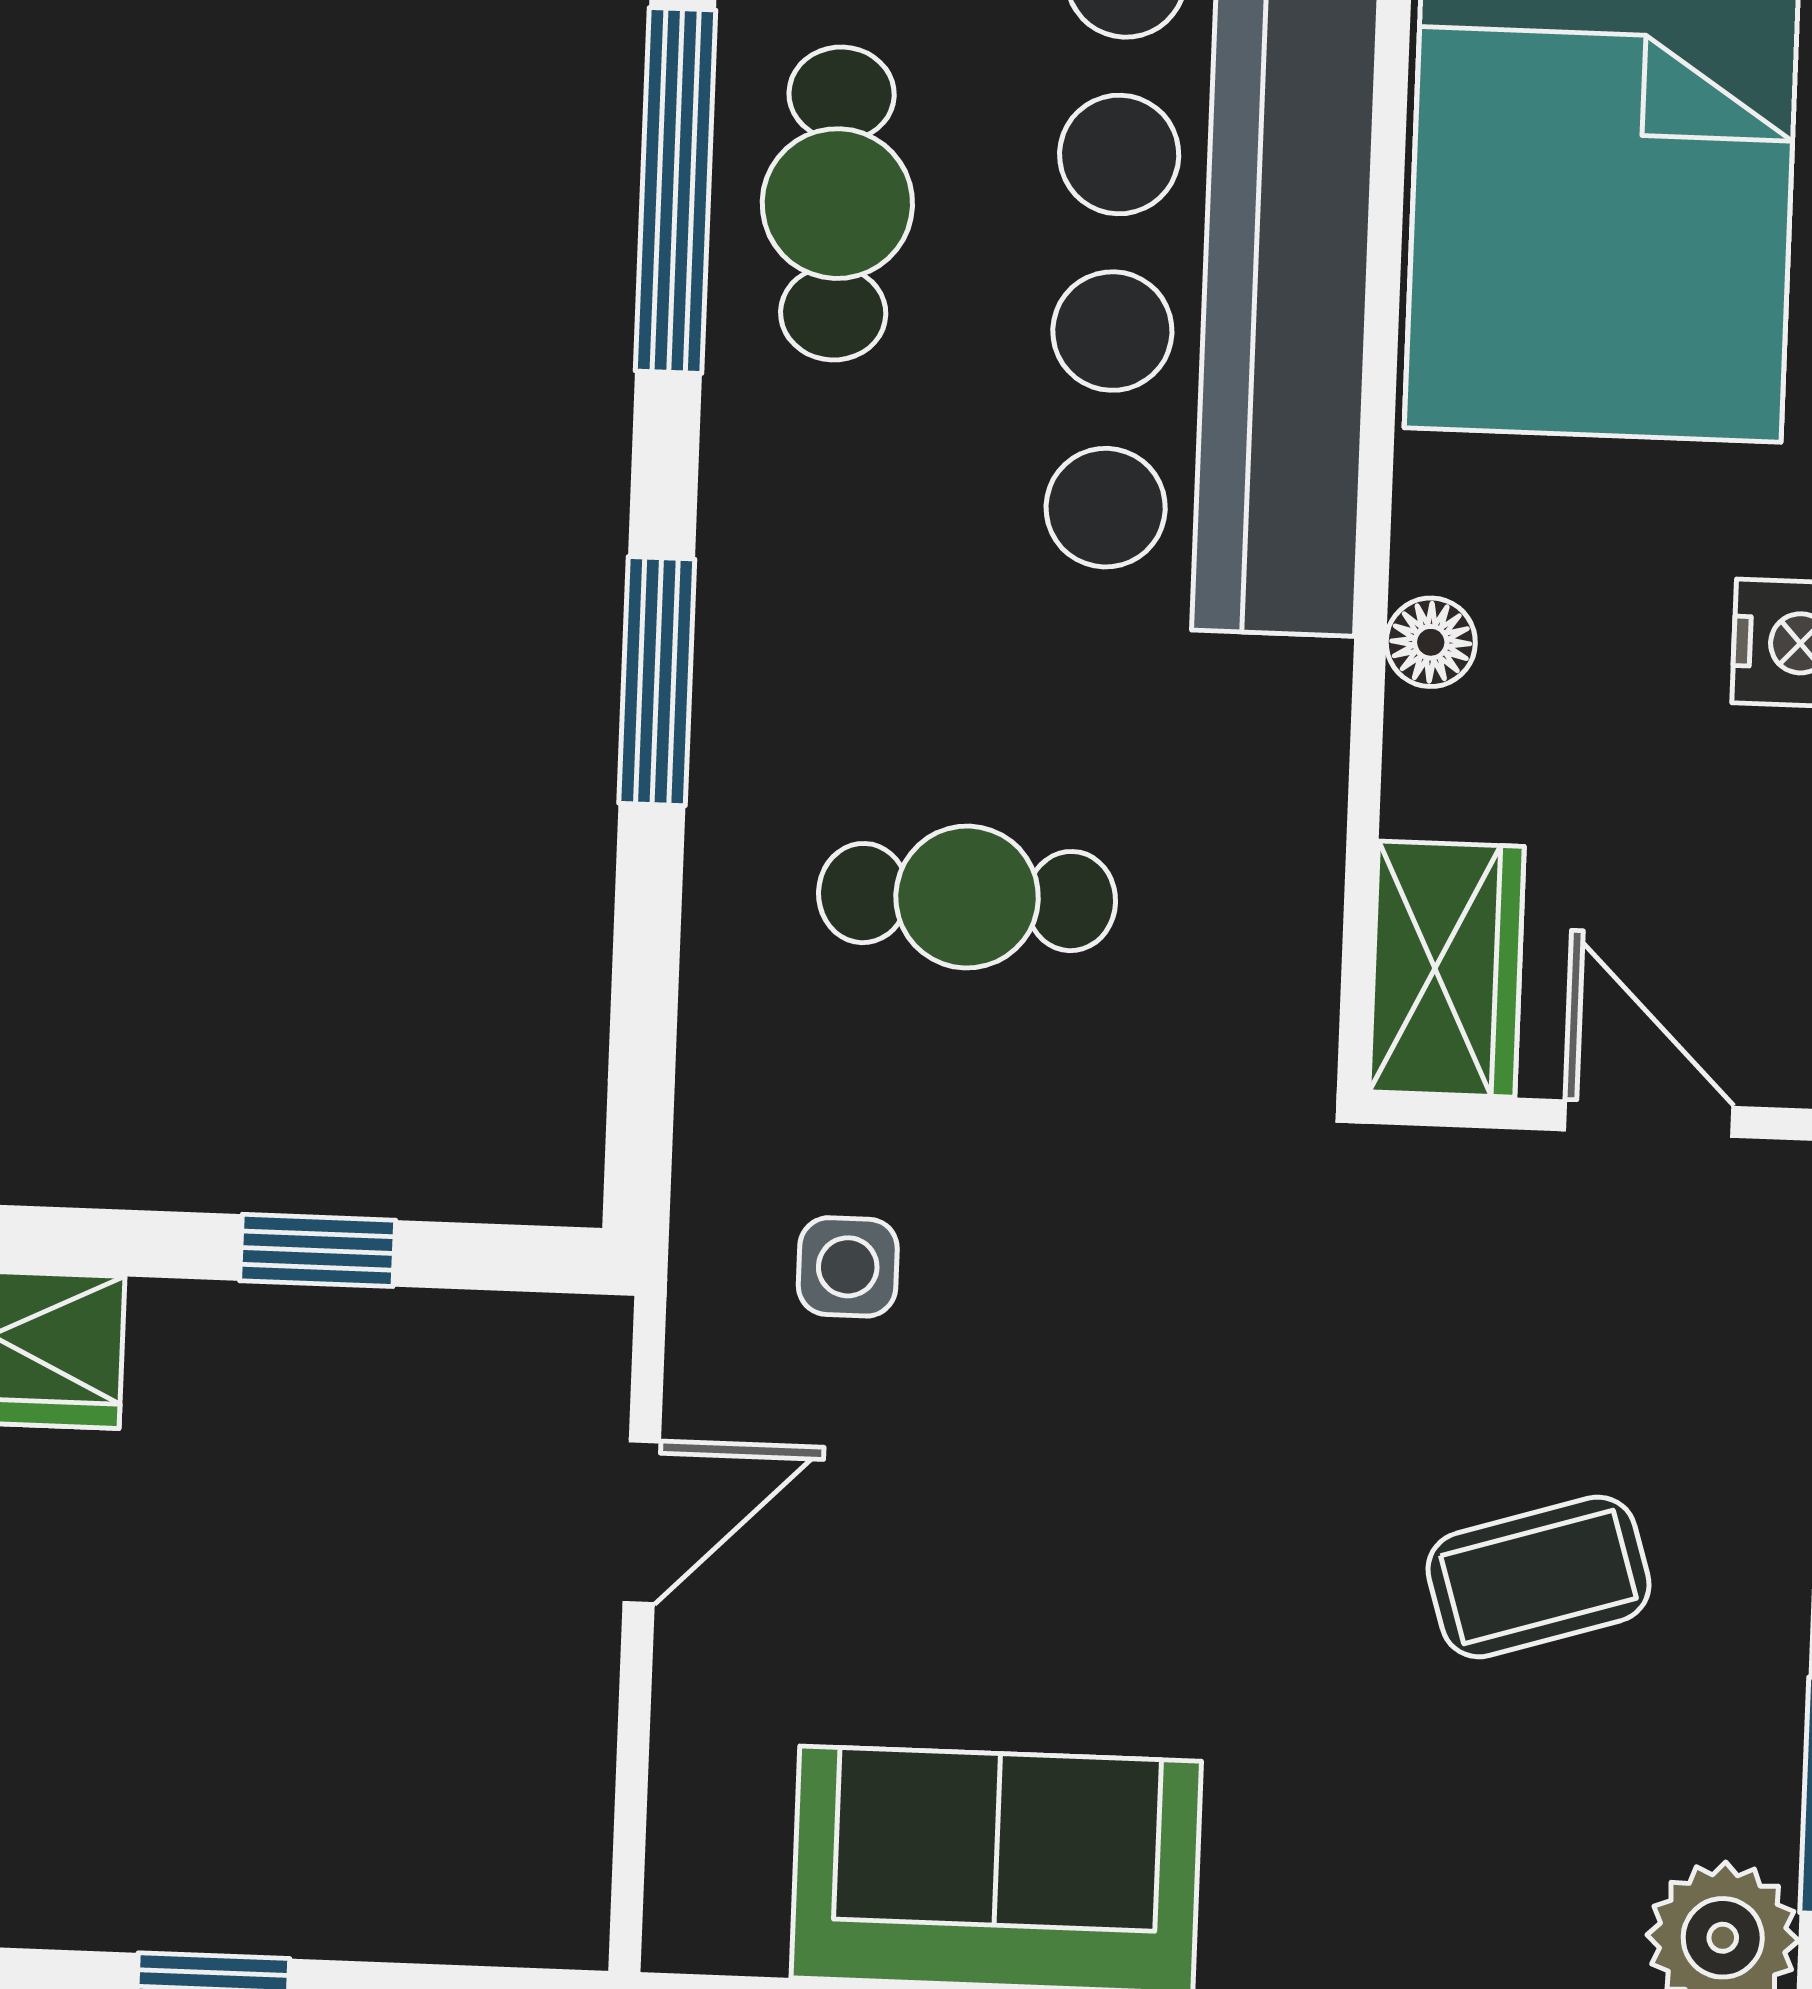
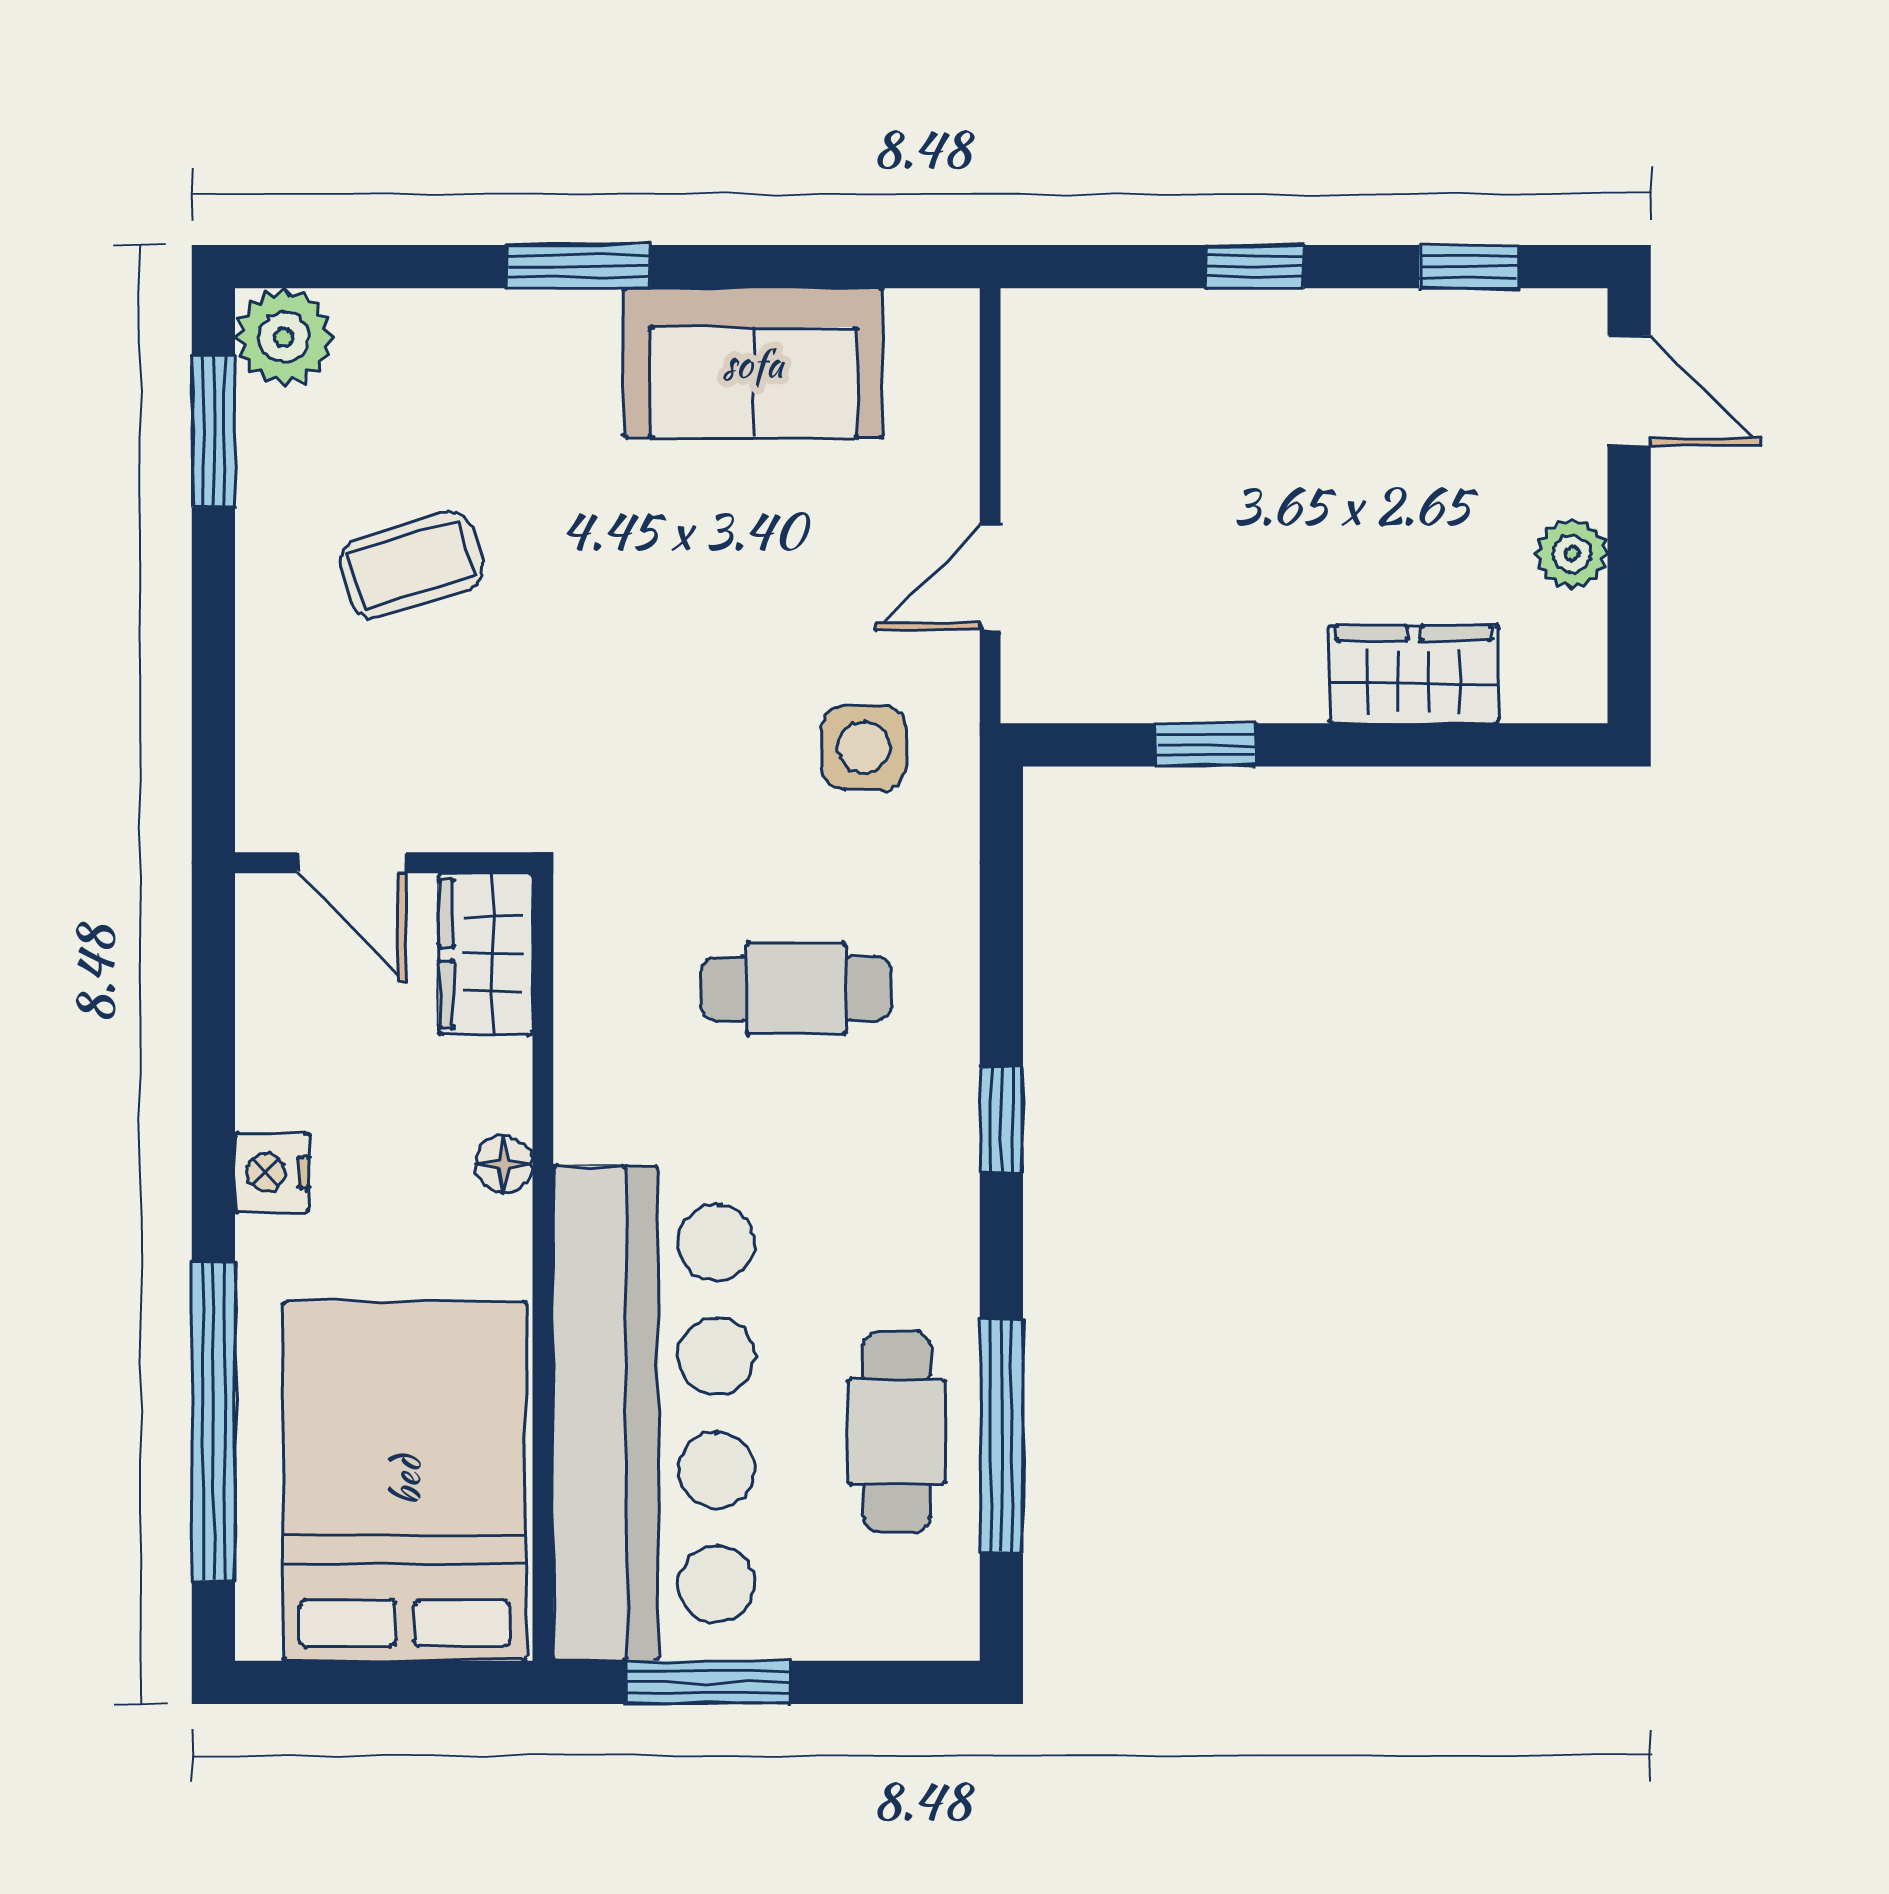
window: (657, 681) -> (1001, 1120), width x0.67
side table: (848, 1267) -> (864, 747), width x1.37, depth x1.37

